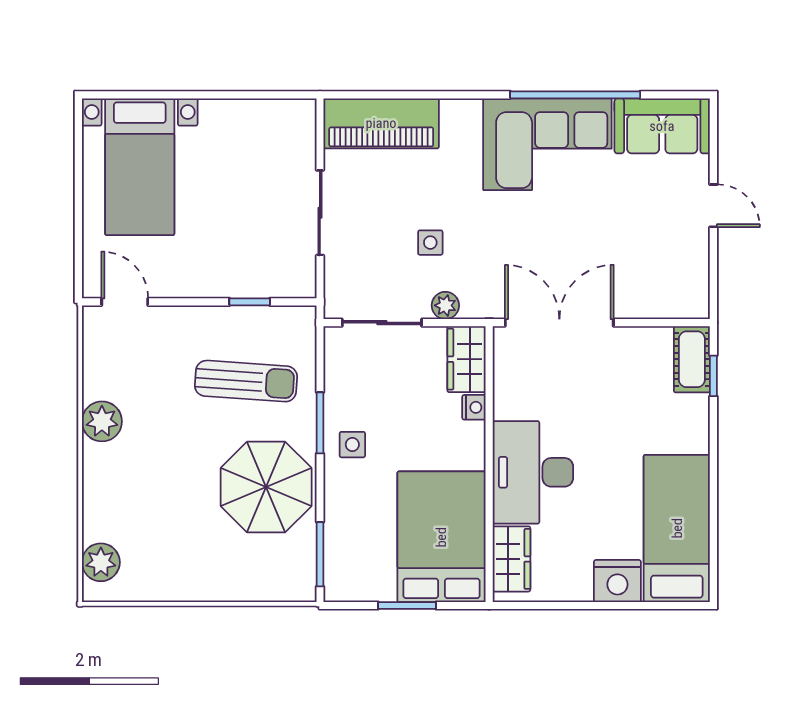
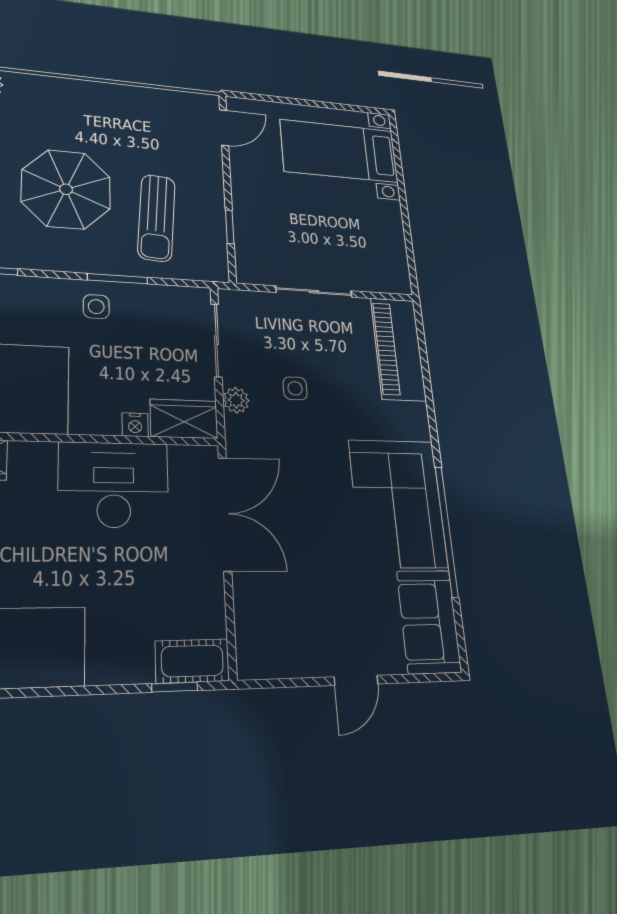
plant: (102, 421) -> (117, 99), removed
desk: (533, 472) -> (114, 485), moved
parasol: (266, 487) -> (66, 189), moved

